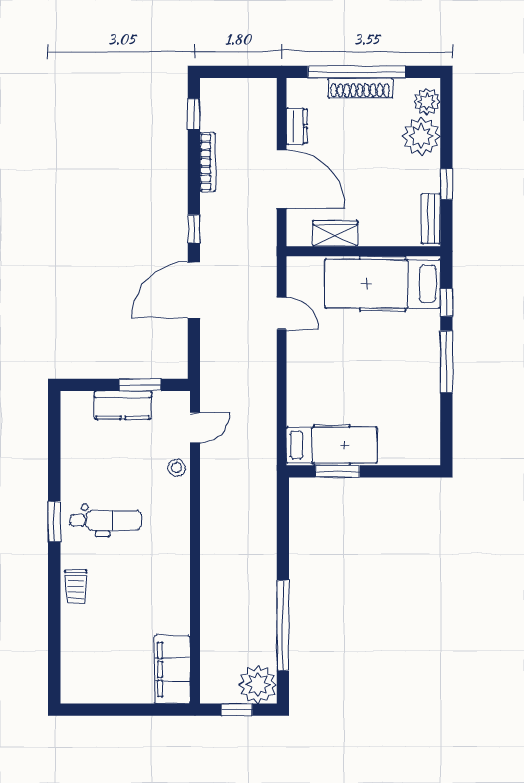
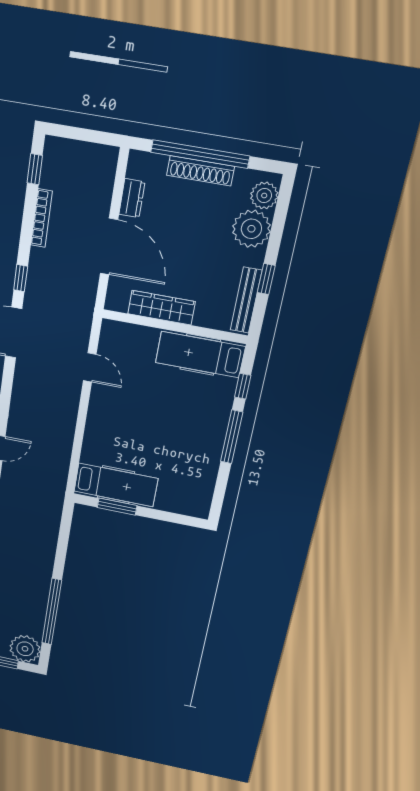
bench: (431, 219) -> (246, 300), width x1.36
wardrobe: (335, 233) -> (161, 308), width x1.50
hospital bed: (383, 284) -> (200, 355), width x0.73, depth x0.78

